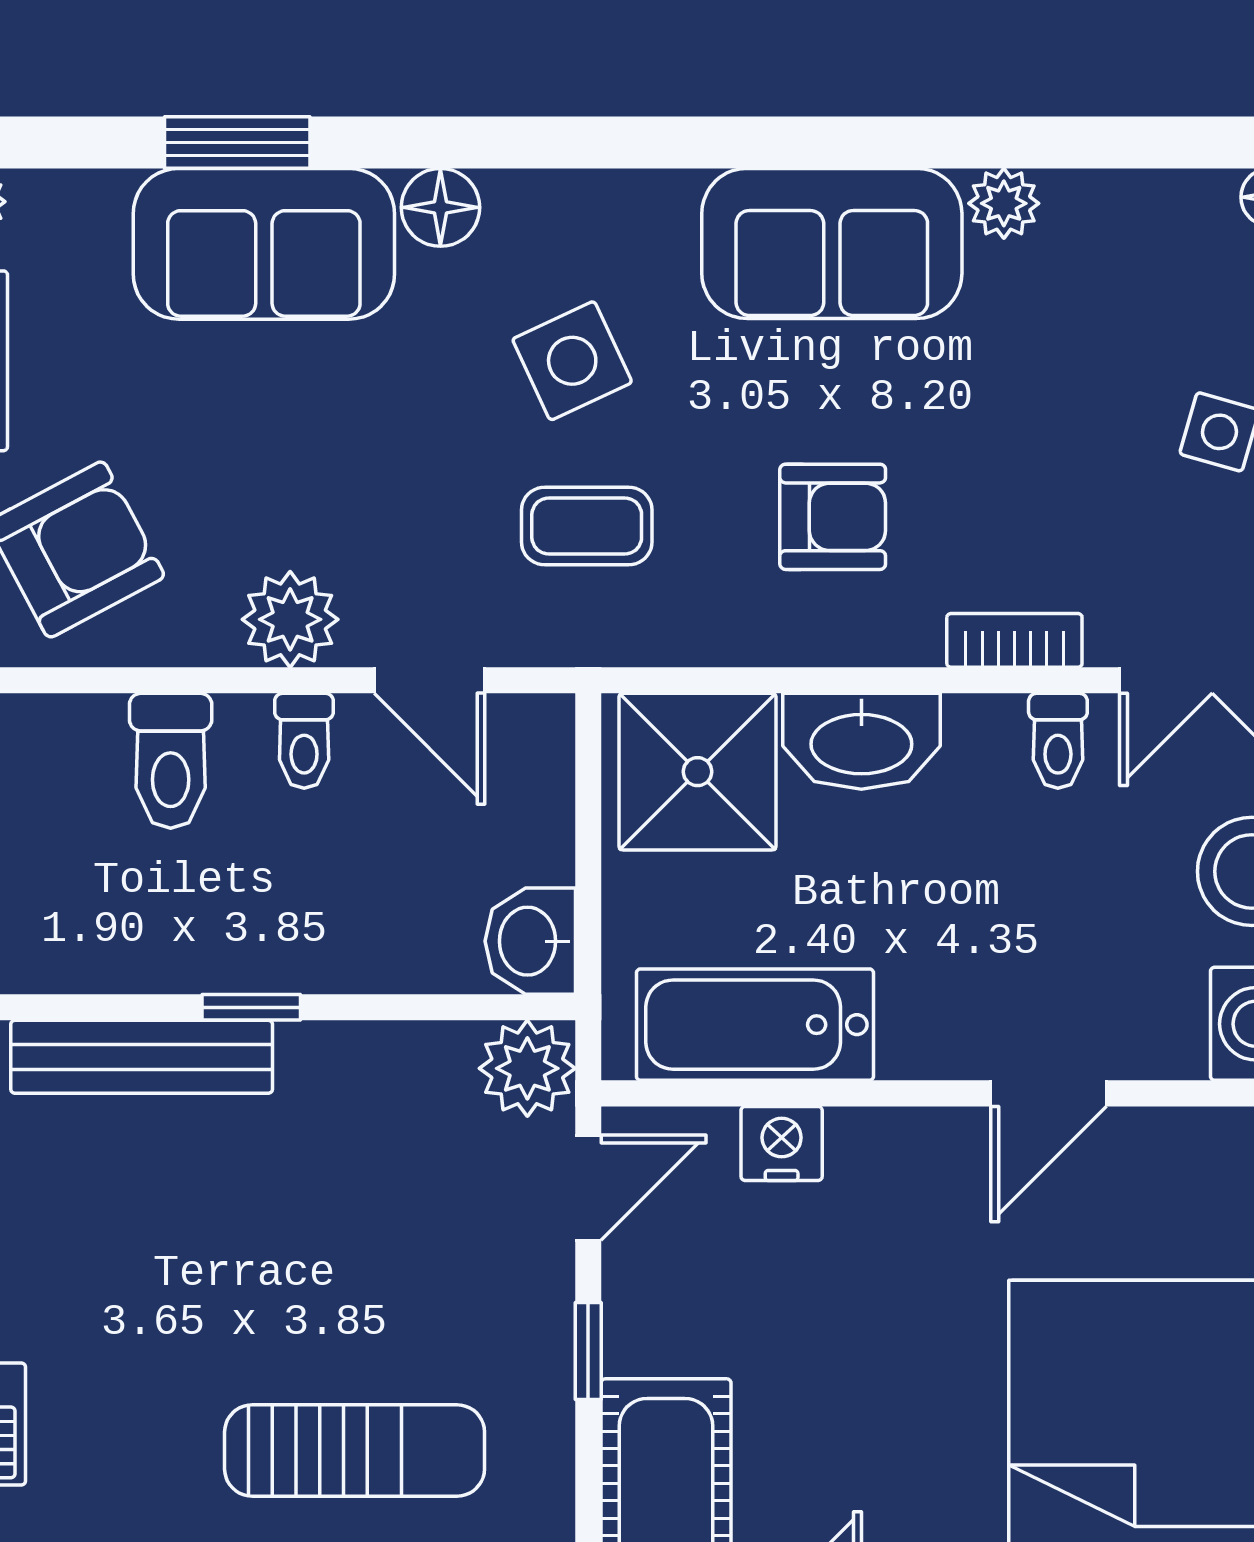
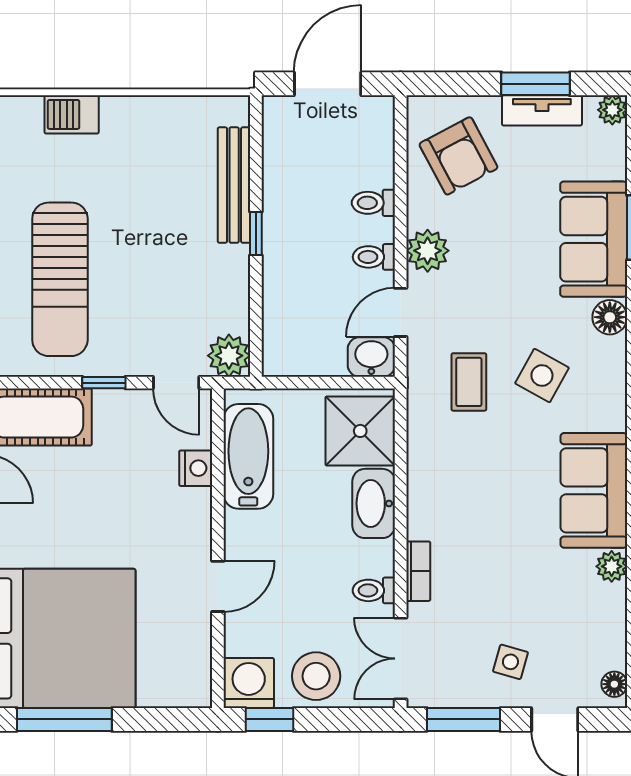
side table: (572, 361) -> (542, 376), turned -36
armchair: (833, 517) -> (473, 491), removed
toilet: (171, 761) -> (373, 203), width x0.73, depth x0.72
washbasin: (530, 941) -> (371, 357), moved
door: (1049, 1093) -> (218, 586), swing flipped
sun lounger: (355, 1450) -> (60, 279), width x1.36, depth x1.34

